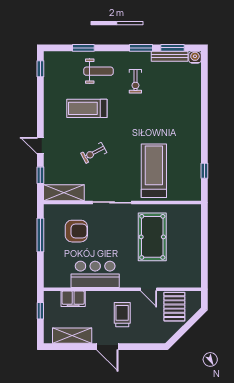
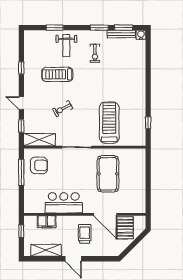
window: (40, 69) -> (21, 68), moved
weight bench: (99, 71) -> (66, 46), turned 90
armchair: (76, 231) -> (39, 165), moved
door: (149, 289) -> (105, 214), width x1.87

